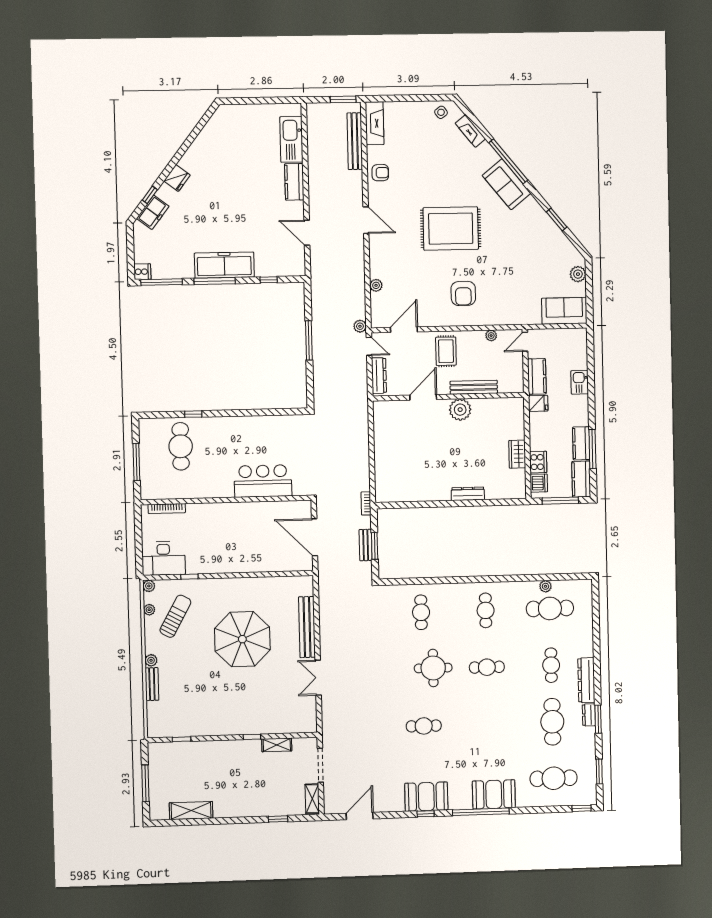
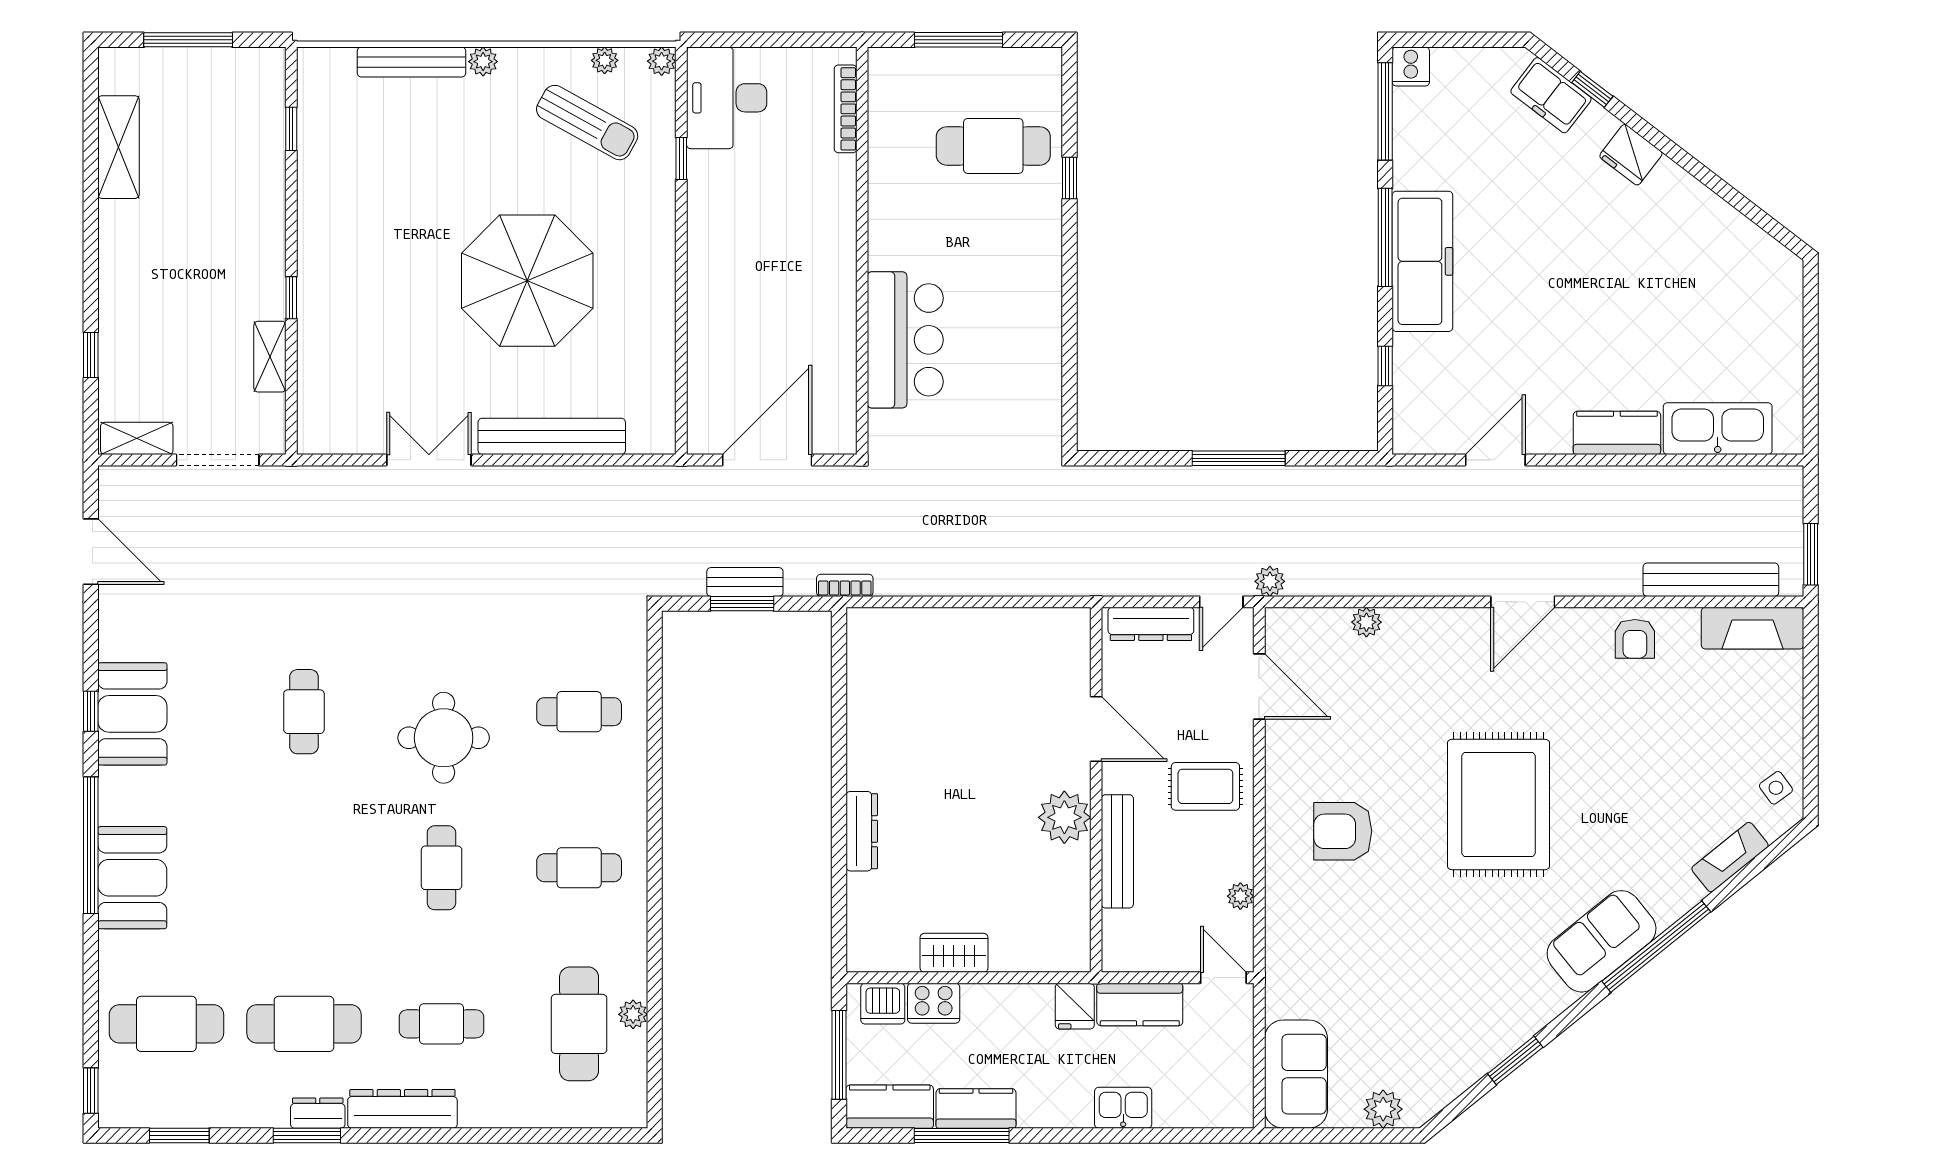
bench: (152, 684) -> (412, 62), width x1.36
cafe table: (554, 778) -> (166, 1024), turned 90

